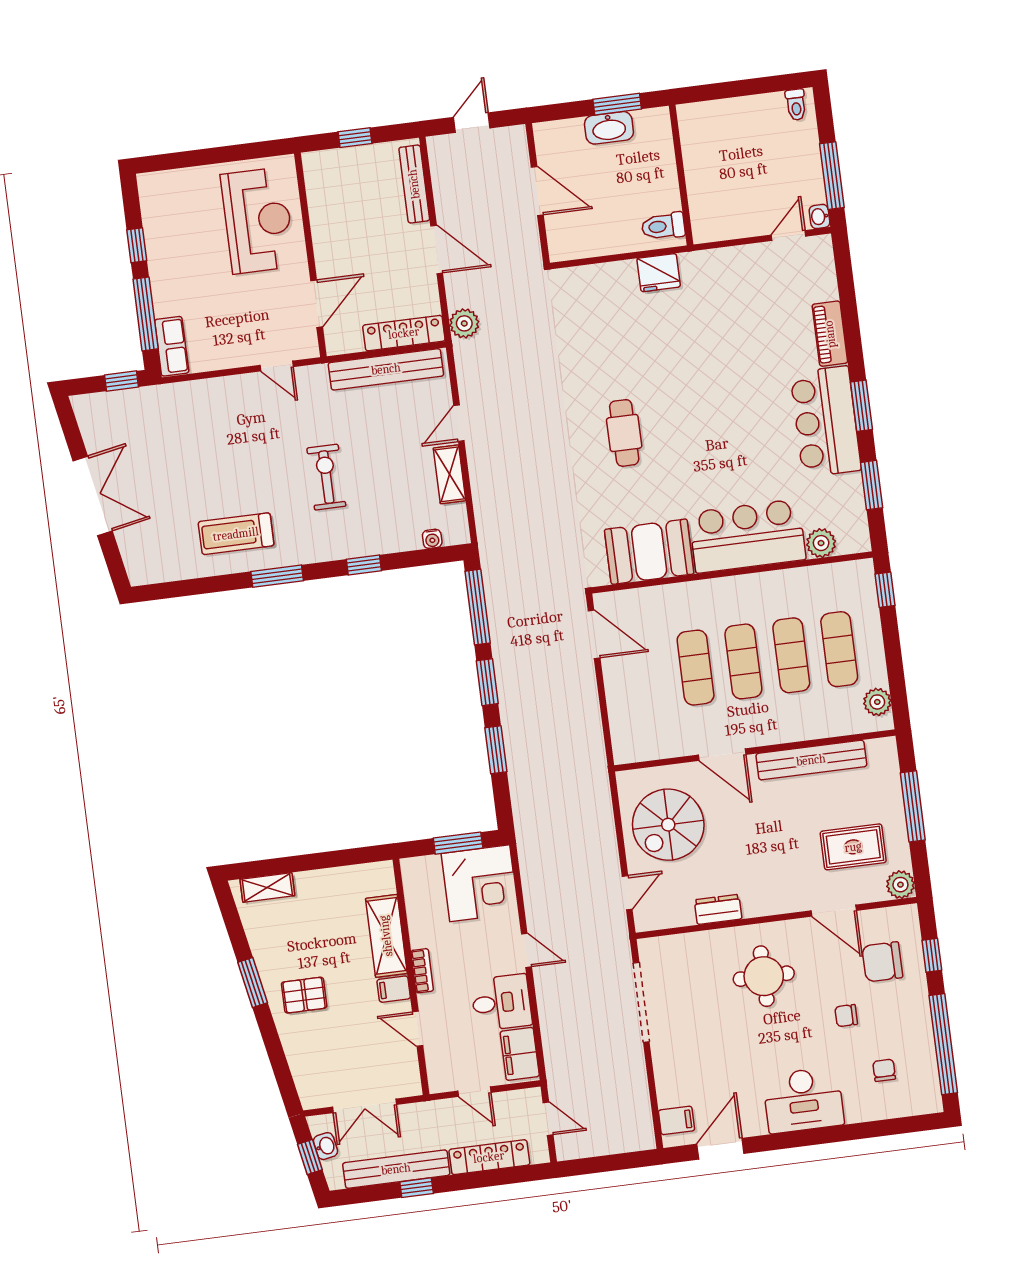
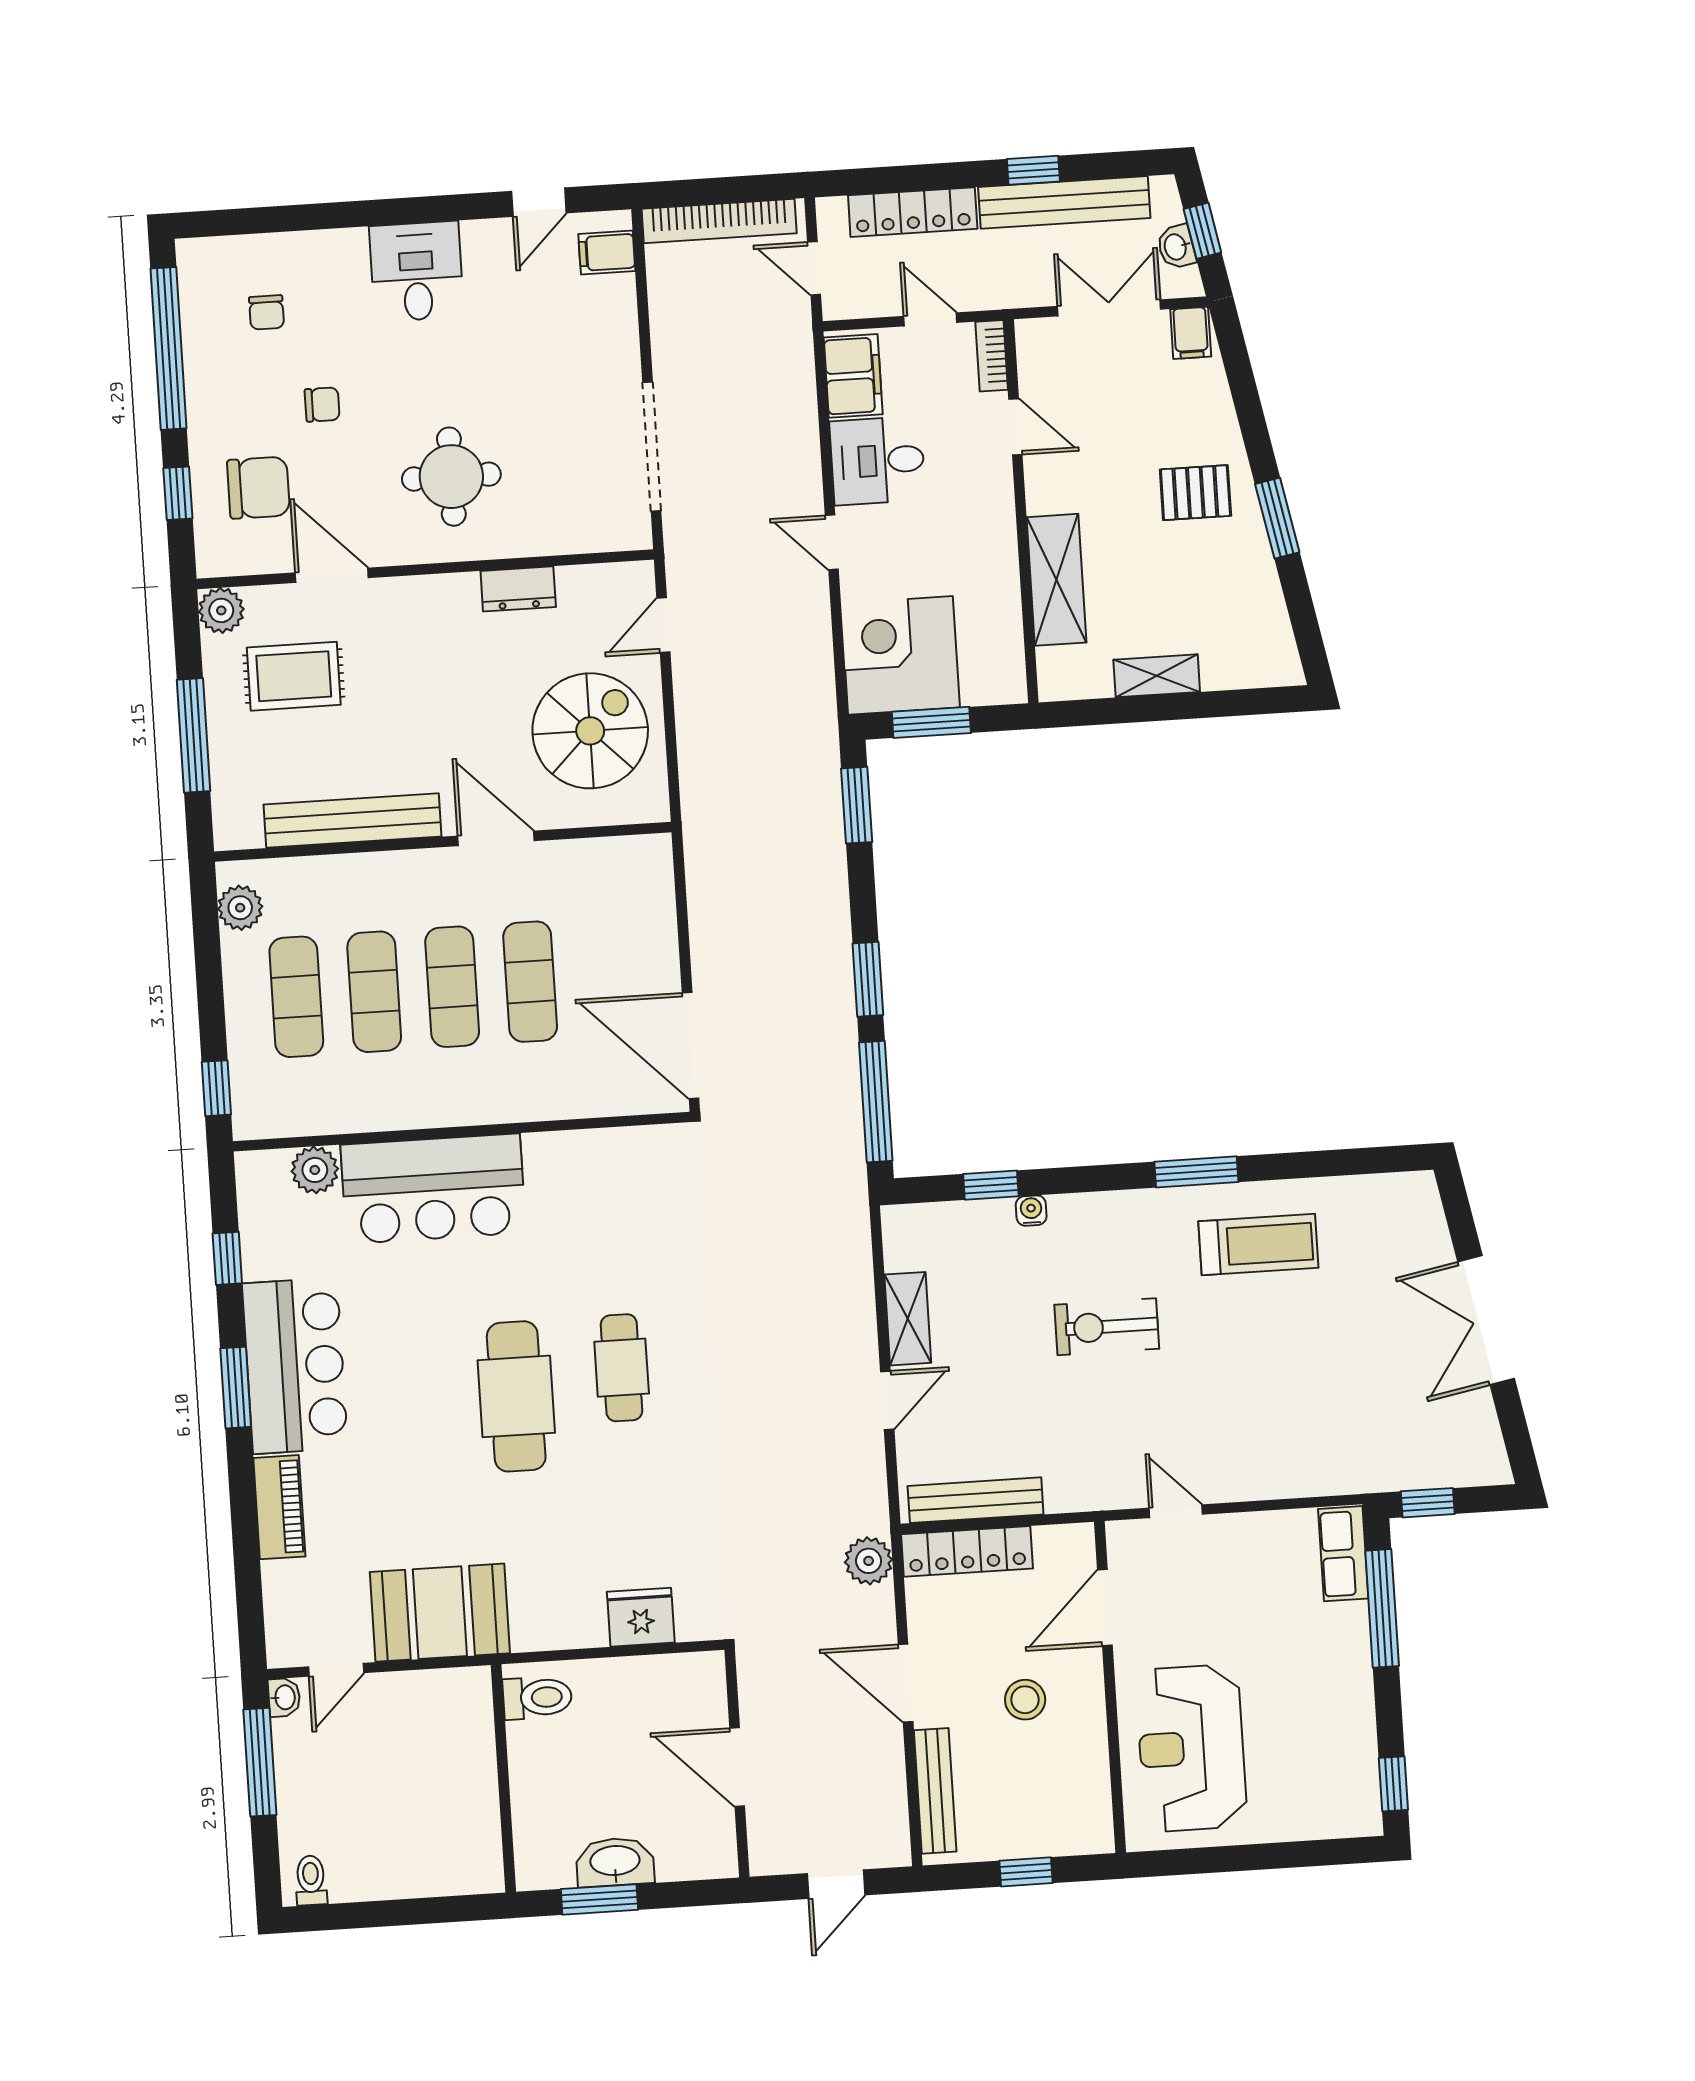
stool: (362, 244) -> (1025, 1700), added
window: (137, 245) -> (1393, 1784), moved
fridge: (659, 273) -> (641, 1617), moved
bench: (386, 369) -> (976, 1500), width x0.73, depth x0.82
cafe table: (688, 411) -> (516, 1396), added
exercise bike: (326, 477) -> (1107, 1327), turned 90
window: (872, 485) -> (227, 1258), width x0.67
water cooler: (432, 539) -> (1031, 1211), moved
booth: (649, 552) -> (440, 1613), moved
window: (364, 565) -> (991, 1185), moved
door: (594, 634) -> (691, 1046), width x1.36
window: (496, 750) -> (857, 805), moved
shelving: (267, 887) -> (1157, 676), moved
bookcase: (422, 971) -> (992, 356), moved
filing cabinet: (394, 989) -> (1191, 333), moved, turned 90
desk: (803, 1100) -> (417, 271), width x0.73
bookcase: (608, 1144) -> (719, 221), added
door: (720, 1149) -> (539, 202), width x0.73

